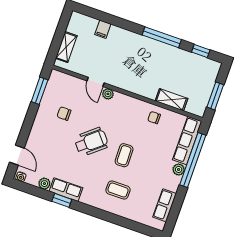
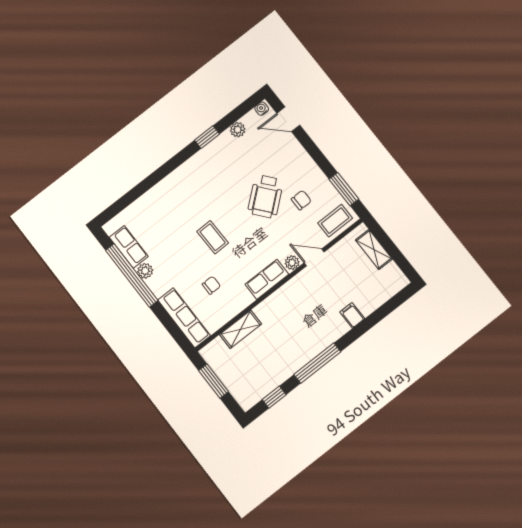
filing cabinet: (103, 29) -> (352, 315), moved
chair: (154, 118) -> (211, 285), moved
wheelchair: (91, 142) -> (266, 196), moved
window: (193, 160) -> (132, 275), moved
plant: (179, 170) -> (145, 271), moved
row of seats: (66, 190) -> (267, 279), moved, turned 180
coffee table: (118, 190) -> (335, 221), moved

